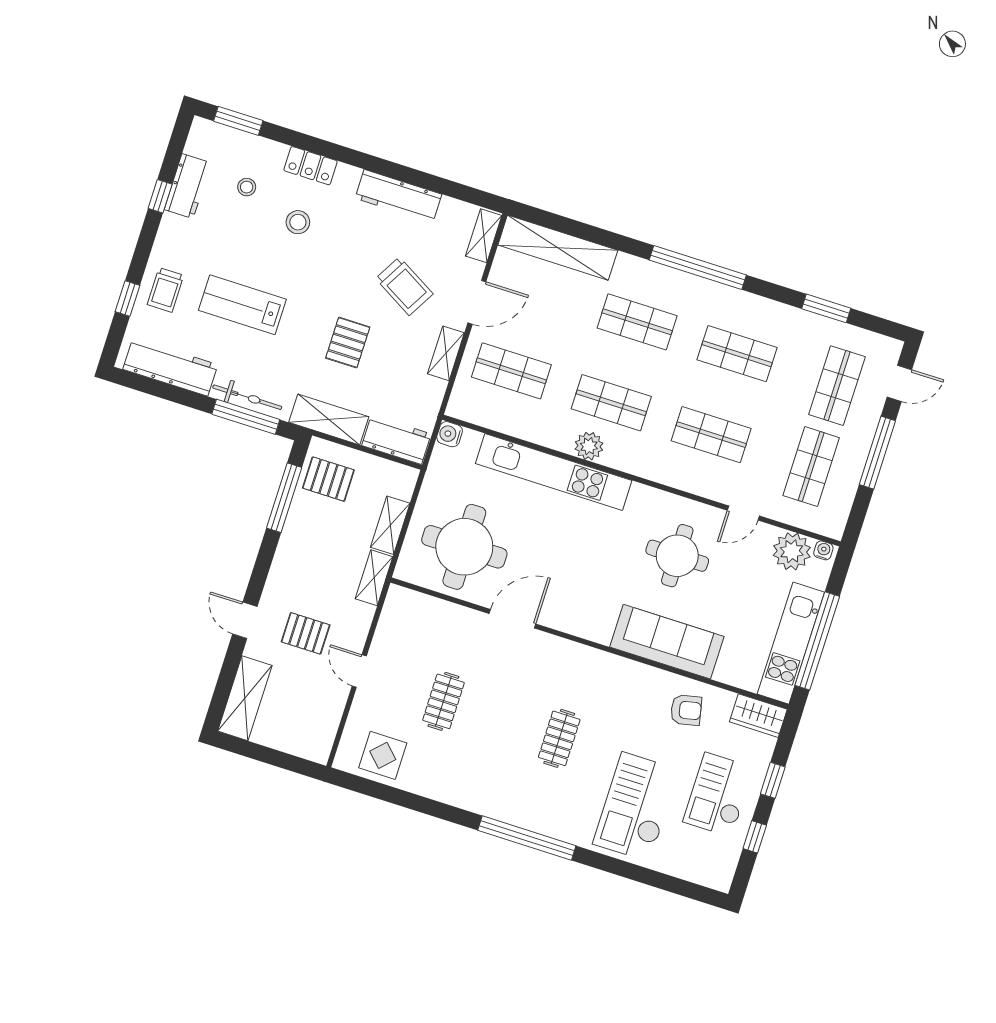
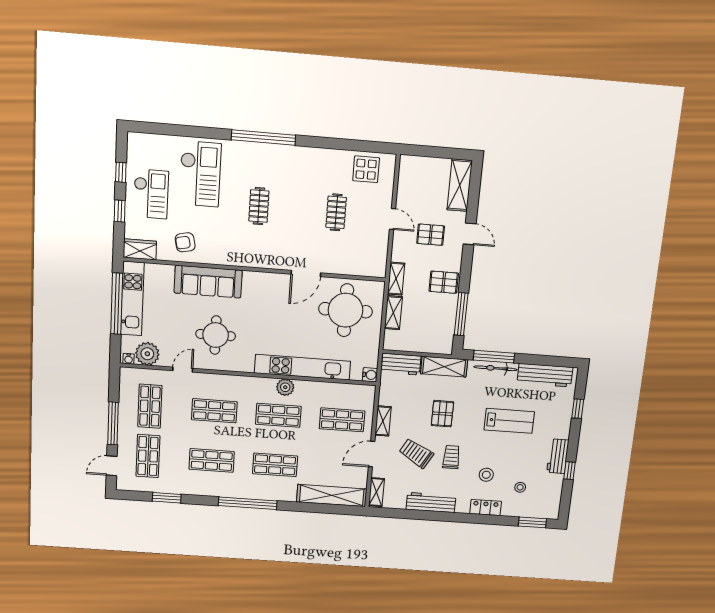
workbench: (187, 186) -> (558, 456), moved
trolley: (166, 290) -> (451, 457), moved
pallet: (328, 479) -> (444, 282), moved

